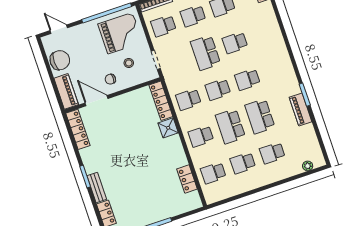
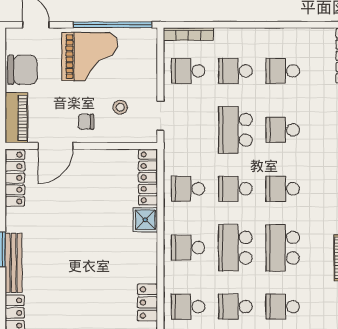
grand piano: (120, 33) -> (90, 57), moved
door: (96, 101) -> (55, 146), swing flipped
bench: (97, 187) -> (14, 263), width x1.36

